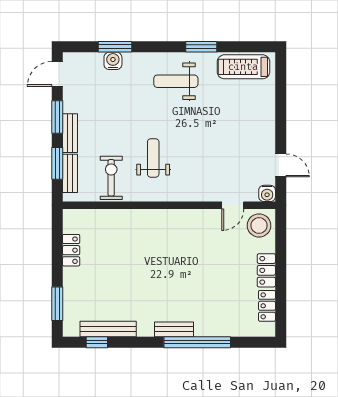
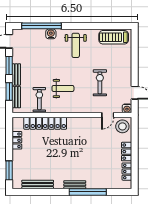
window: (115, 47) -> (42, 26), width x2.11
window: (201, 47) -> (90, 26), removed
water cooler: (113, 61) -> (51, 34), moved
weight bench: (176, 81) -> (76, 45), turned -90
exercise bike: (219, 148) -> (100, 83), added
weight bench: (153, 158) -> (63, 88), turned 90
locker: (122, 220) -> (45, 123), added
window: (97, 342) -> (31, 192), removed

